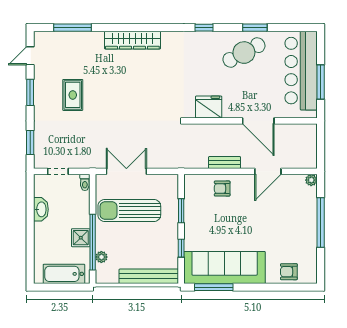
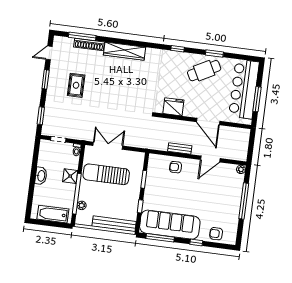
shoe rack: (83, 37) -> (89, 44), added
washbasin: (41, 209) -> (41, 176), moved
shower: (81, 238) -> (70, 176), moved
window: (263, 287) -> (196, 242), added

